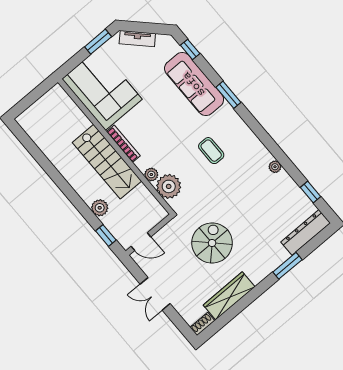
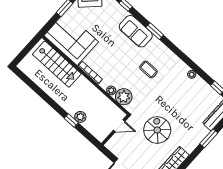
sofa: (194, 84) -> (136, 31), width x0.73
stairs: (107, 162) -> (57, 64), moved
window: (106, 235) -> (71, 121), moved
door: (141, 242) -> (119, 126), moved

